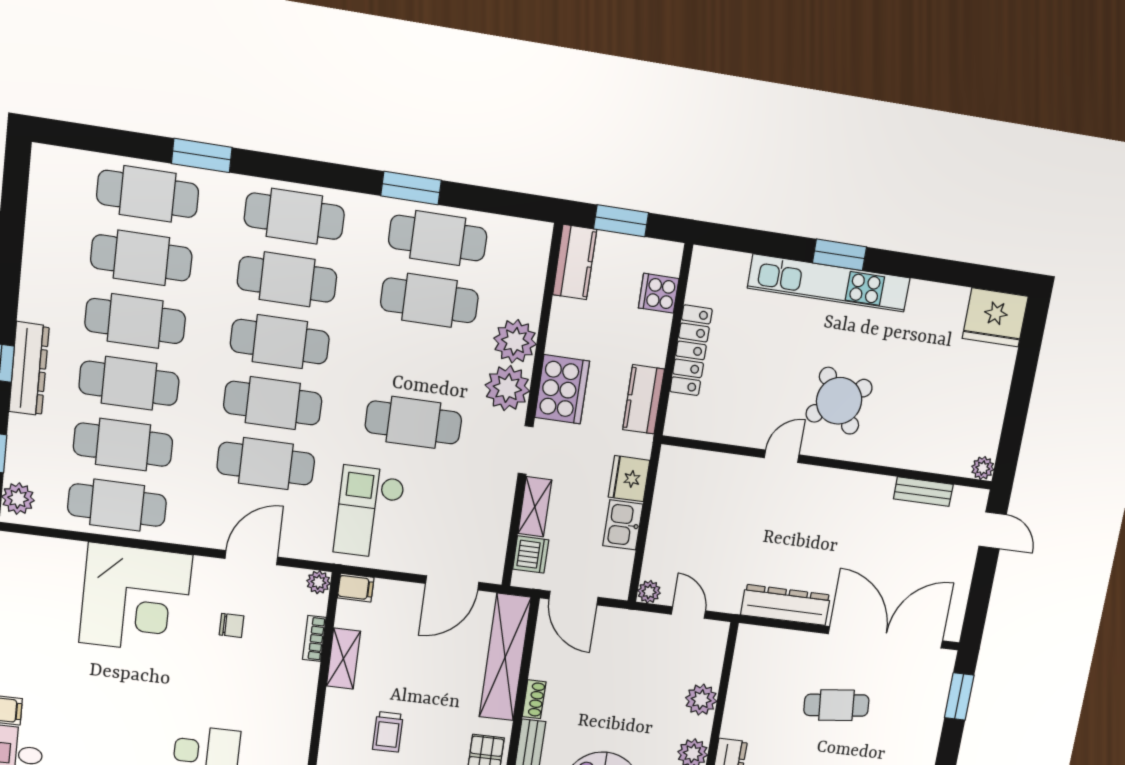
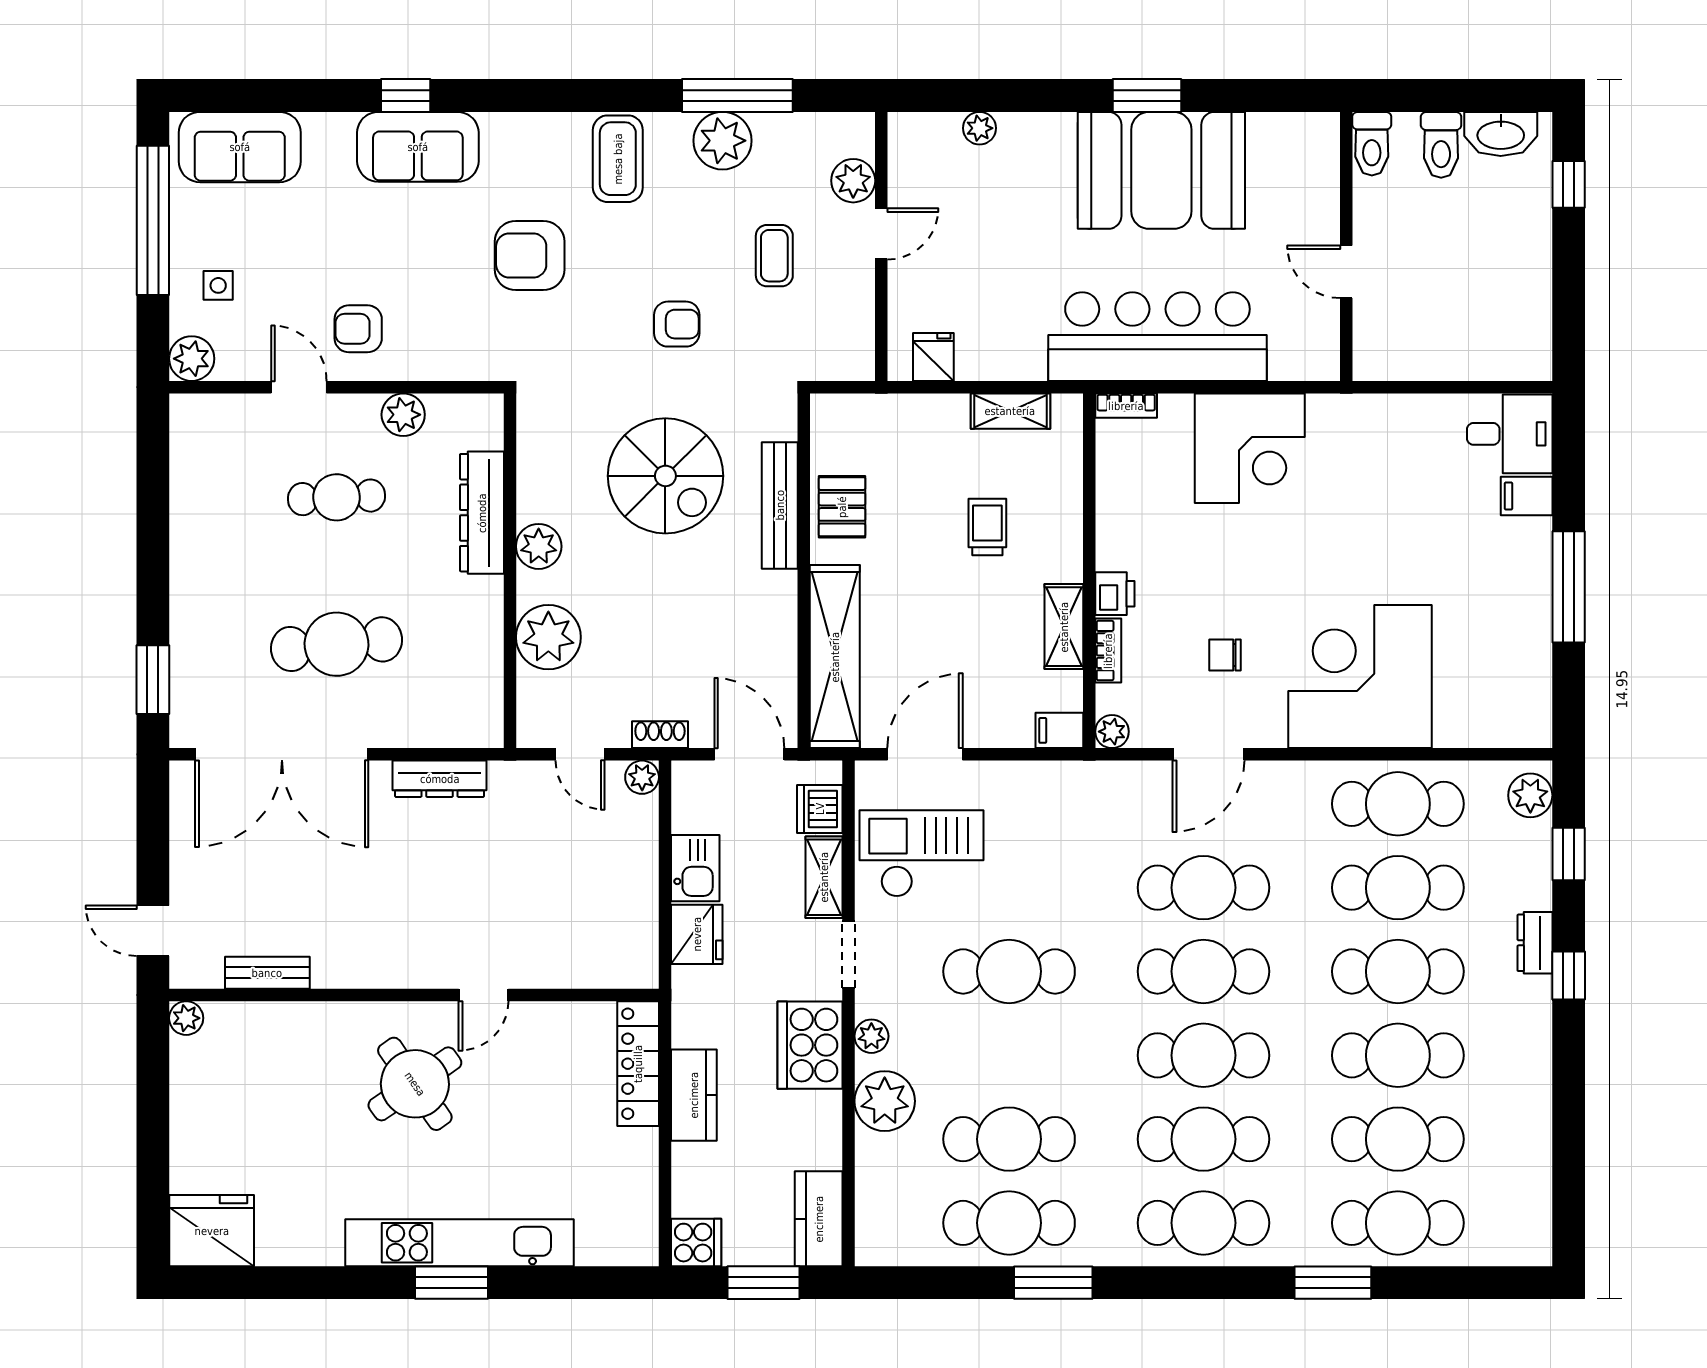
cooker: (659, 293) -> (696, 1243), moved
locker: (691, 350) -> (638, 1064), moved
dresser: (29, 369) -> (1535, 943), width x0.51, depth x0.80
plant: (507, 388) -> (871, 1036), width x0.53, depth x0.53
kitchen counter: (644, 399) -> (694, 1095), moved
checkout: (369, 512) -> (921, 854), moved, turned -90
dresser: (786, 605) -> (440, 779), width x0.73, depth x0.80
printer: (305, 677) -> (1115, 594), added
shoe rack: (534, 699) -> (660, 735), moved, turned 90
plant: (701, 700) -> (548, 637), width x1.36, depth x1.36
cafe table: (836, 705) -> (336, 644), width x1.37, depth x1.35

